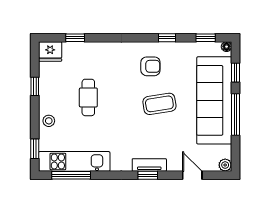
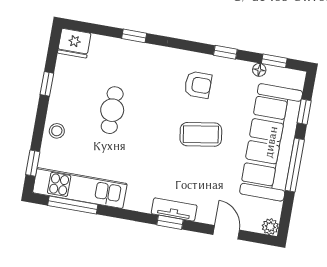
window: (75, 38) -> (134, 36), moved
floor lamp: (227, 47) -> (259, 70), moved

